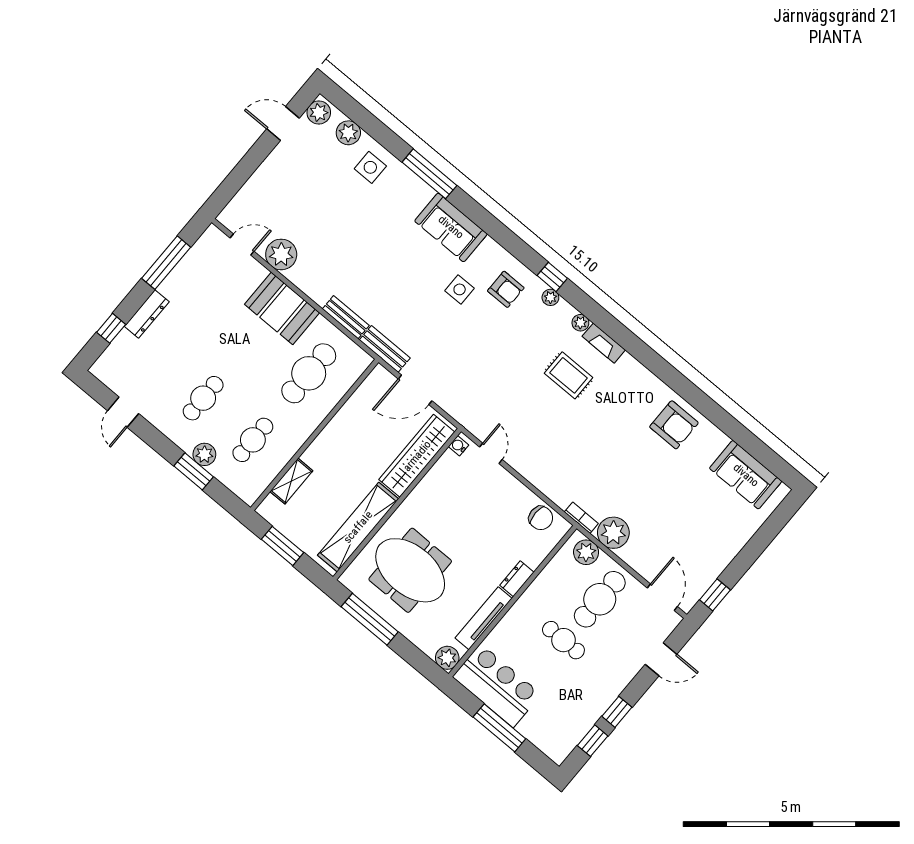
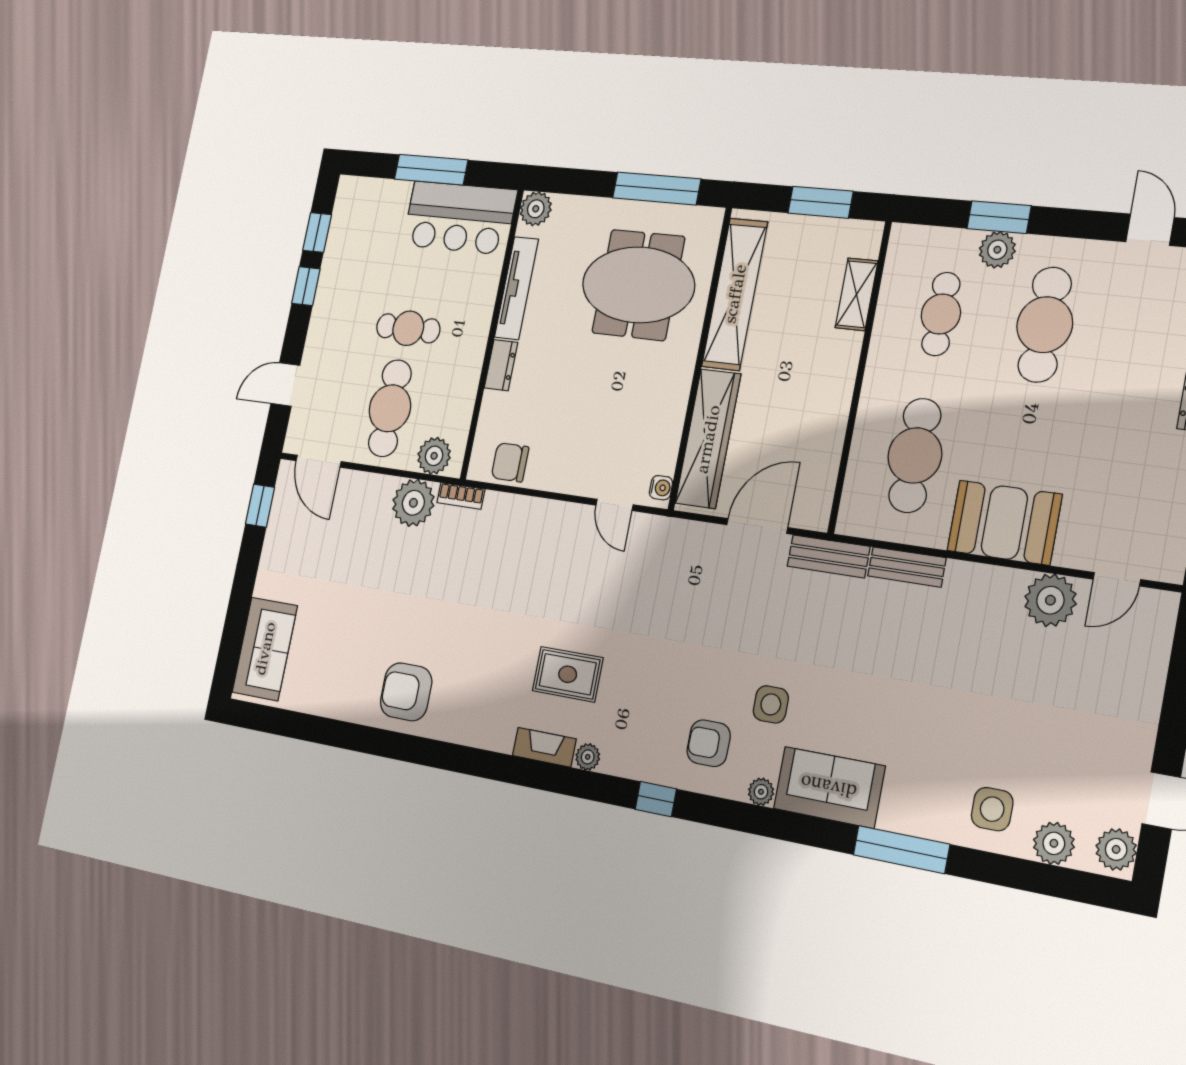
plant: (550, 297) -> (761, 792), moved
cafe table: (203, 398) -> (1045, 325), width x1.37, depth x1.35
sofa: (746, 475) -> (265, 649), moved, turned 90

